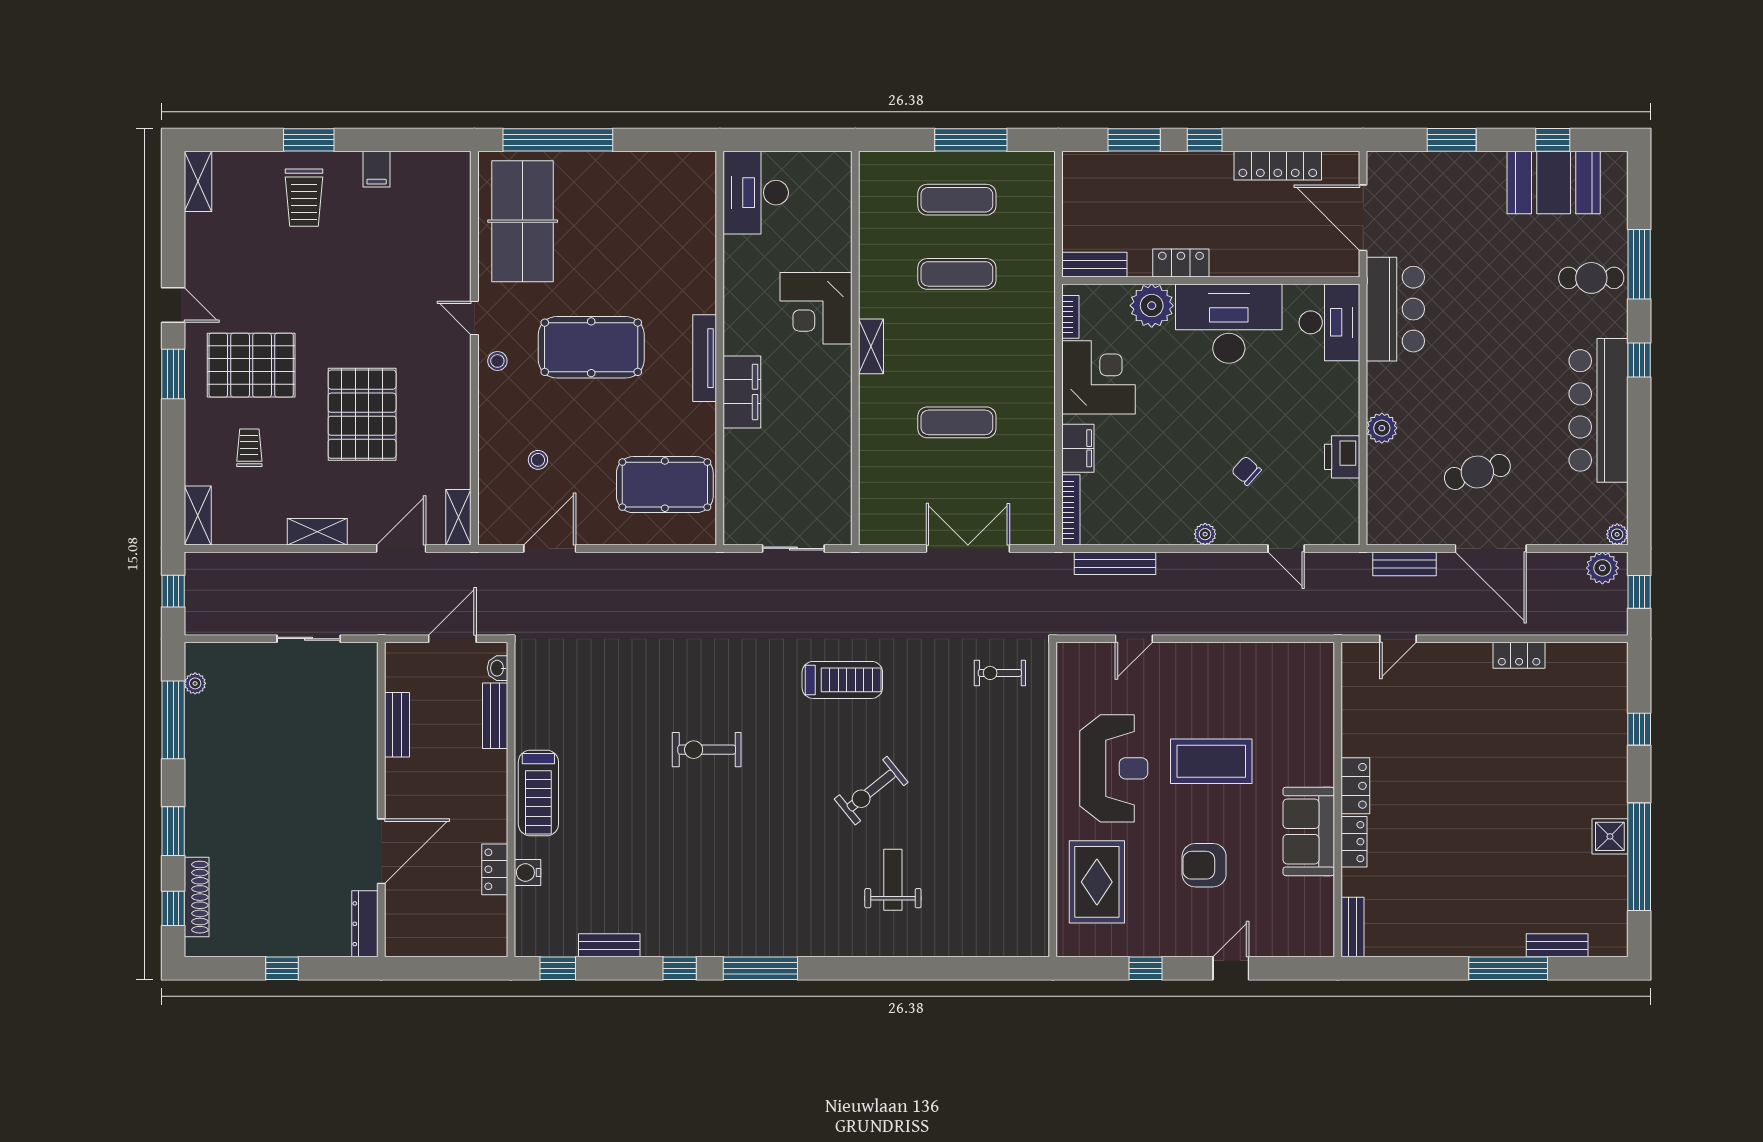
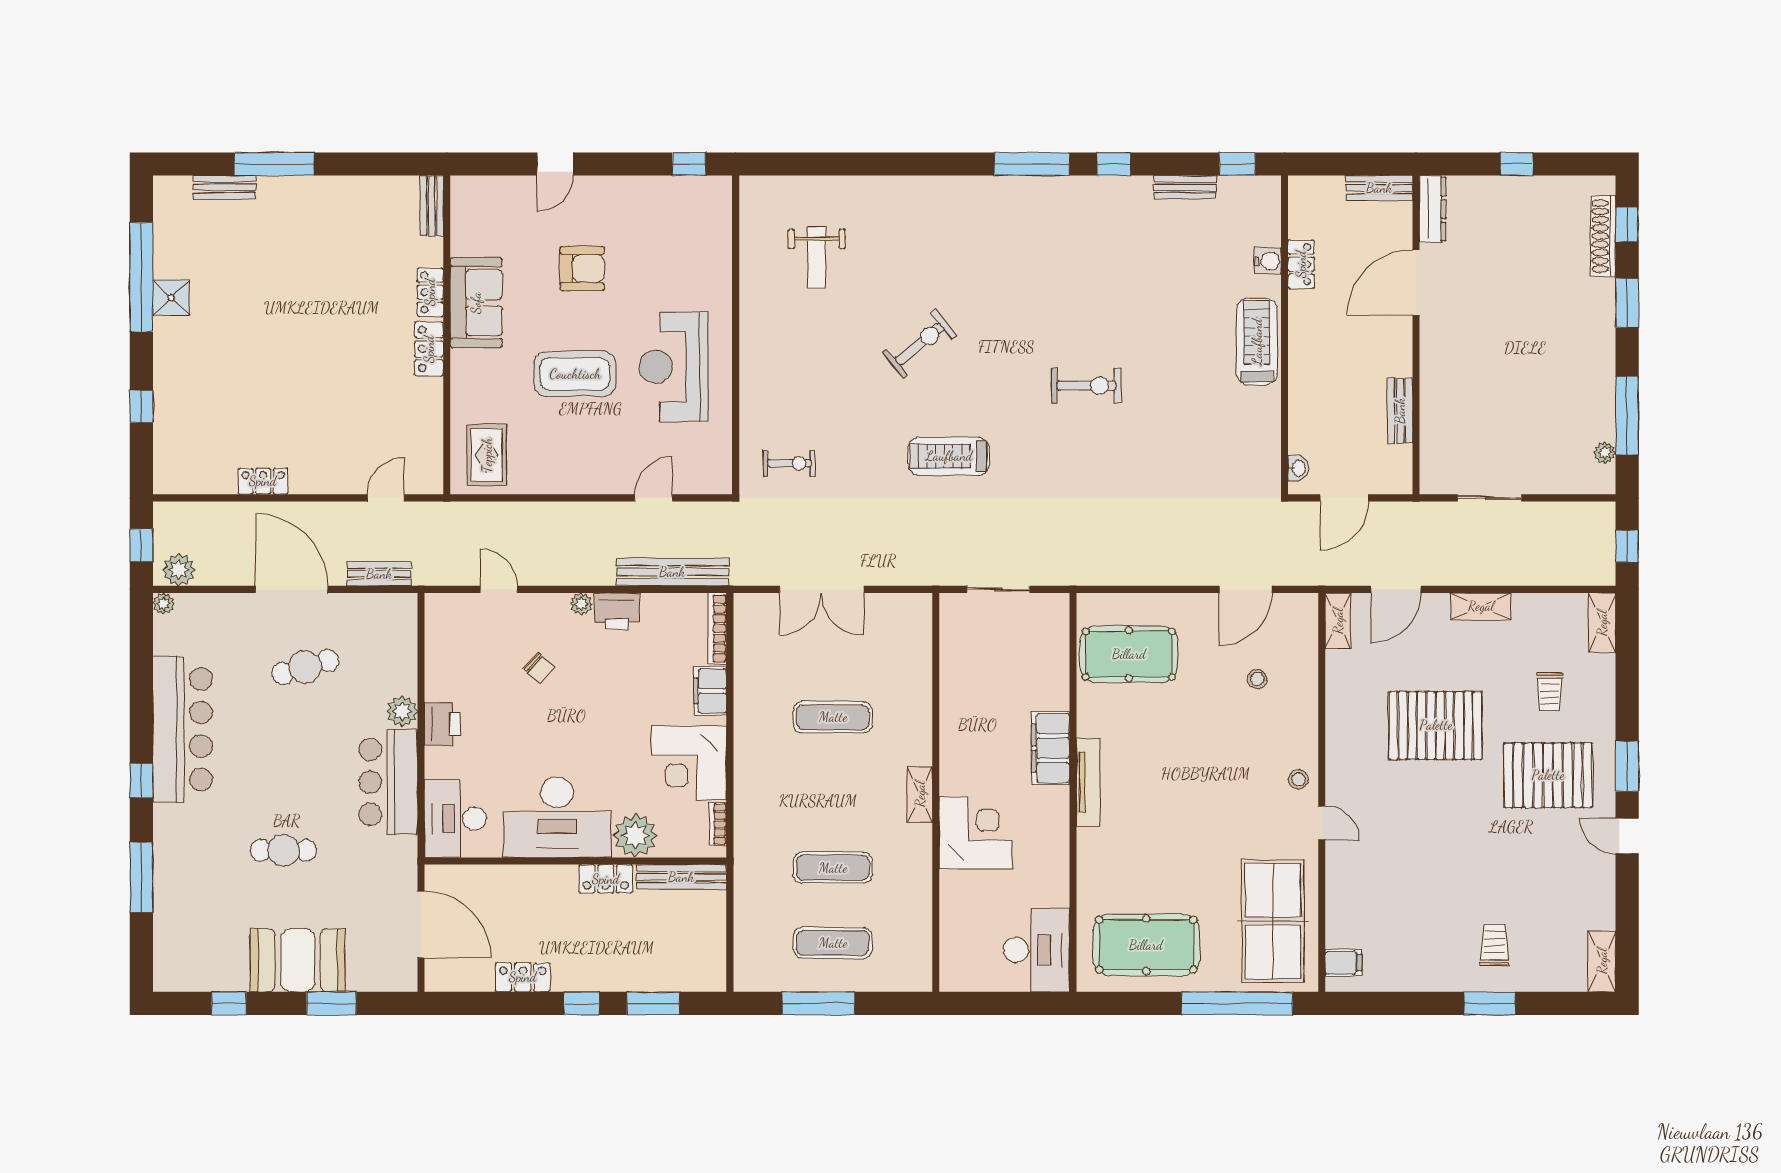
locker: (1278, 166) -> (523, 977), width x0.66
filing cabinet: (377, 169) -> (1343, 963), moved, turned 90
booth: (1554, 182) -> (298, 960), moved
trolley: (304, 198) -> (1494, 945), width x0.73, depth x0.72
bench: (1094, 265) -> (681, 877), width x1.36
cafe table: (1591, 278) -> (284, 850), moved
bar counter: (1395, 309) -> (388, 782), moved
pool table: (591, 347) -> (1146, 945), moved
pallet: (362, 414) -> (1436, 725), turned 90
printer: (1342, 457) -> (442, 724), moved
printer: (1170, 527) -> (617, 611), added
bench: (1115, 563) -> (672, 572), width x1.37, depth x1.21
bench: (495, 716) -> (1379, 188), moved, turned 90
weight bench: (893, 880) -> (817, 257), moved
rug: (1097, 882) -> (487, 455), moved, width x0.73, depth x0.70
window: (1145, 968) -> (689, 164), moved

